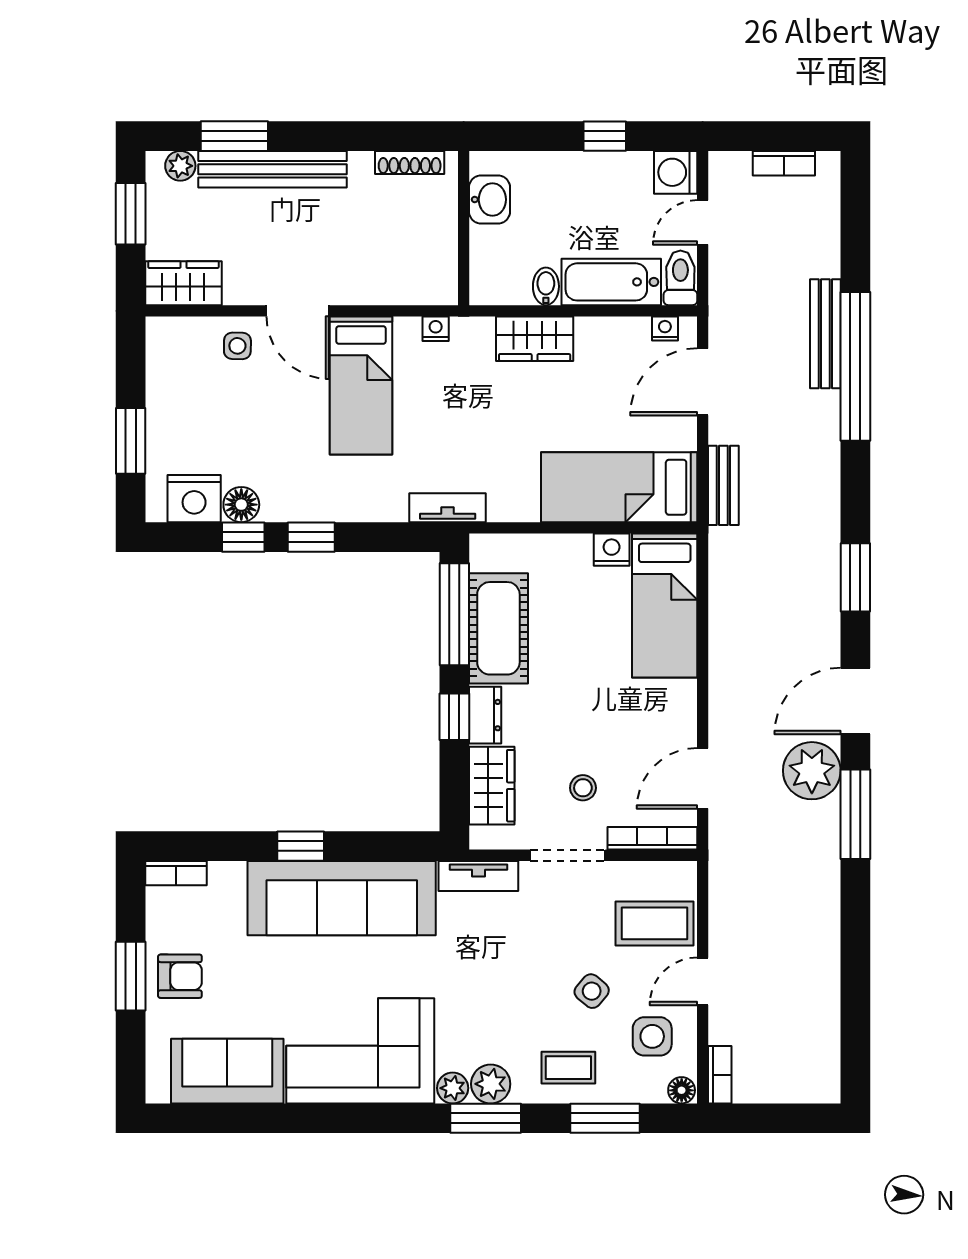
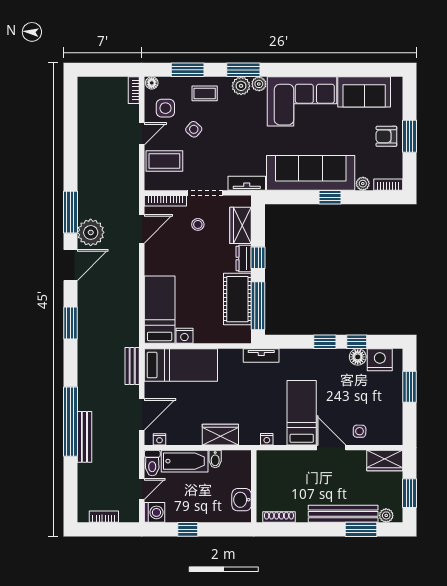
plant: (230, 875) -> (363, 184), added

